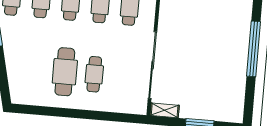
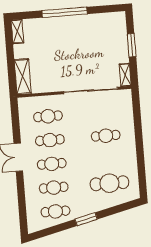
cafe table: (65, 72) -> (109, 183), moved

